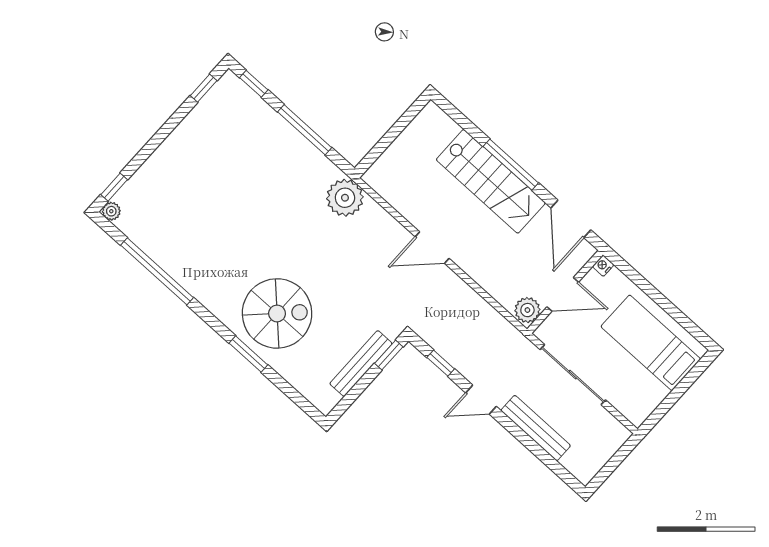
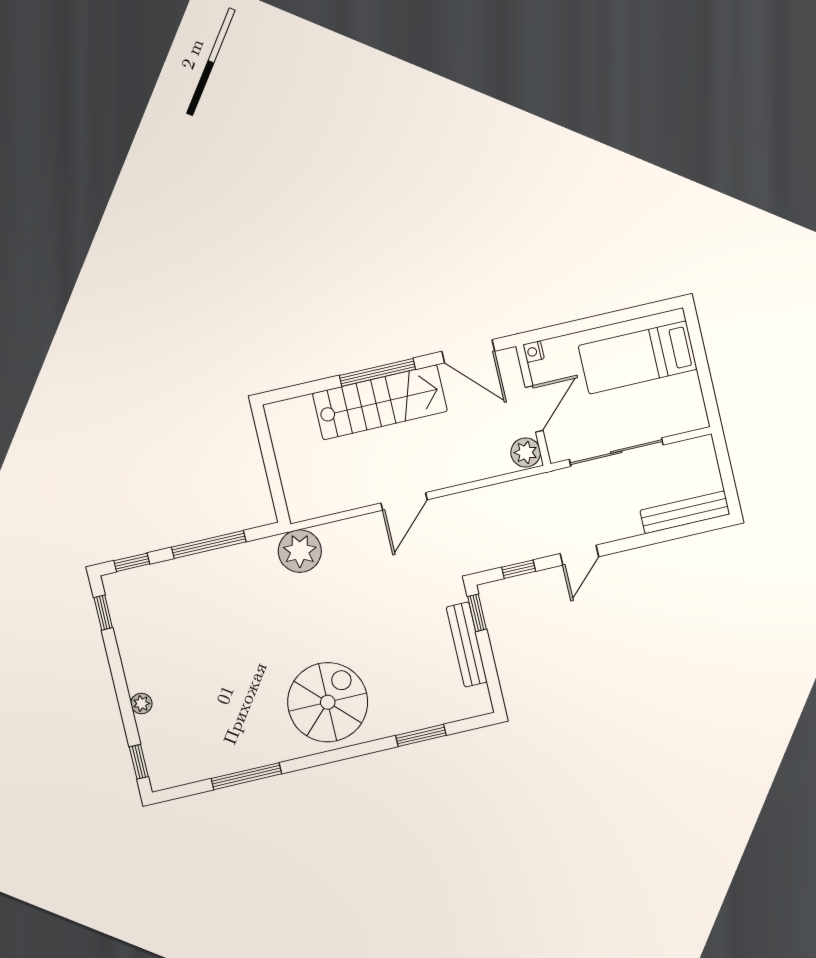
plant: (111, 211) -> (141, 704), moved
window: (157, 271) -> (246, 776), width x0.68
spiral stairs: (277, 313) -> (328, 702), moved
window: (248, 354) -> (421, 735), moved
bench: (536, 428) -> (685, 512), moved

